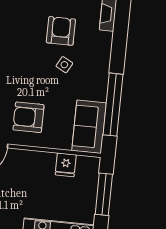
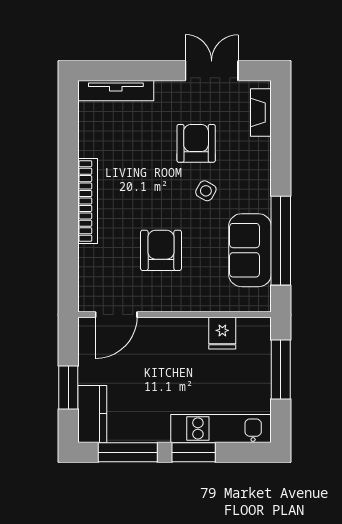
armchair: (28, 117) -> (161, 250), moved, turned 90
sofa: (89, 127) -> (250, 250), moved

